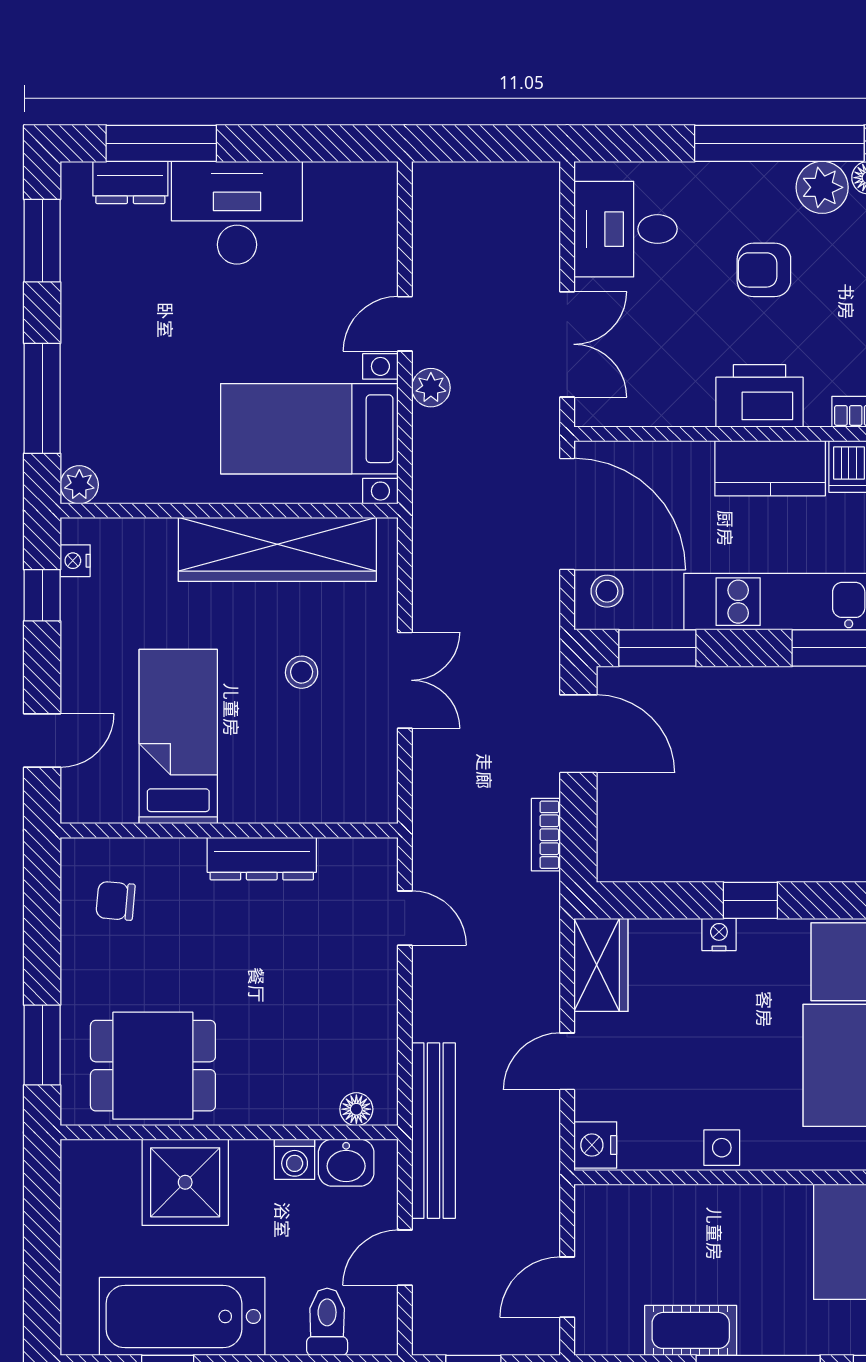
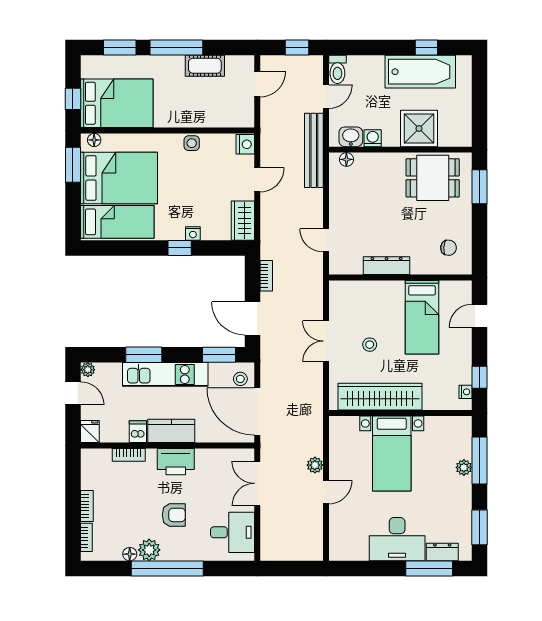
bed with nightstands: (309, 429) -> (392, 454), moved, turned 90
plant: (79, 485) -> (464, 467), moved
toilet: (327, 1322) -> (337, 69), moved

